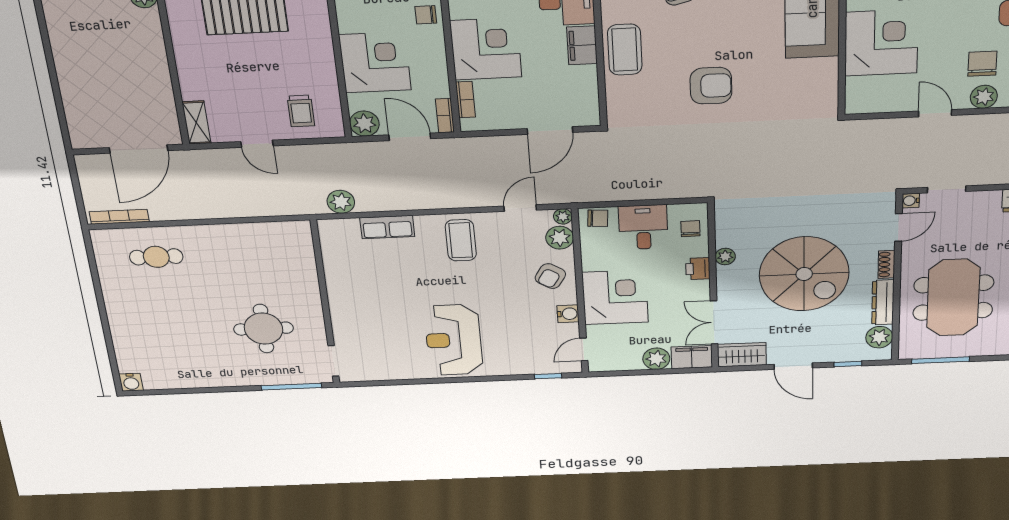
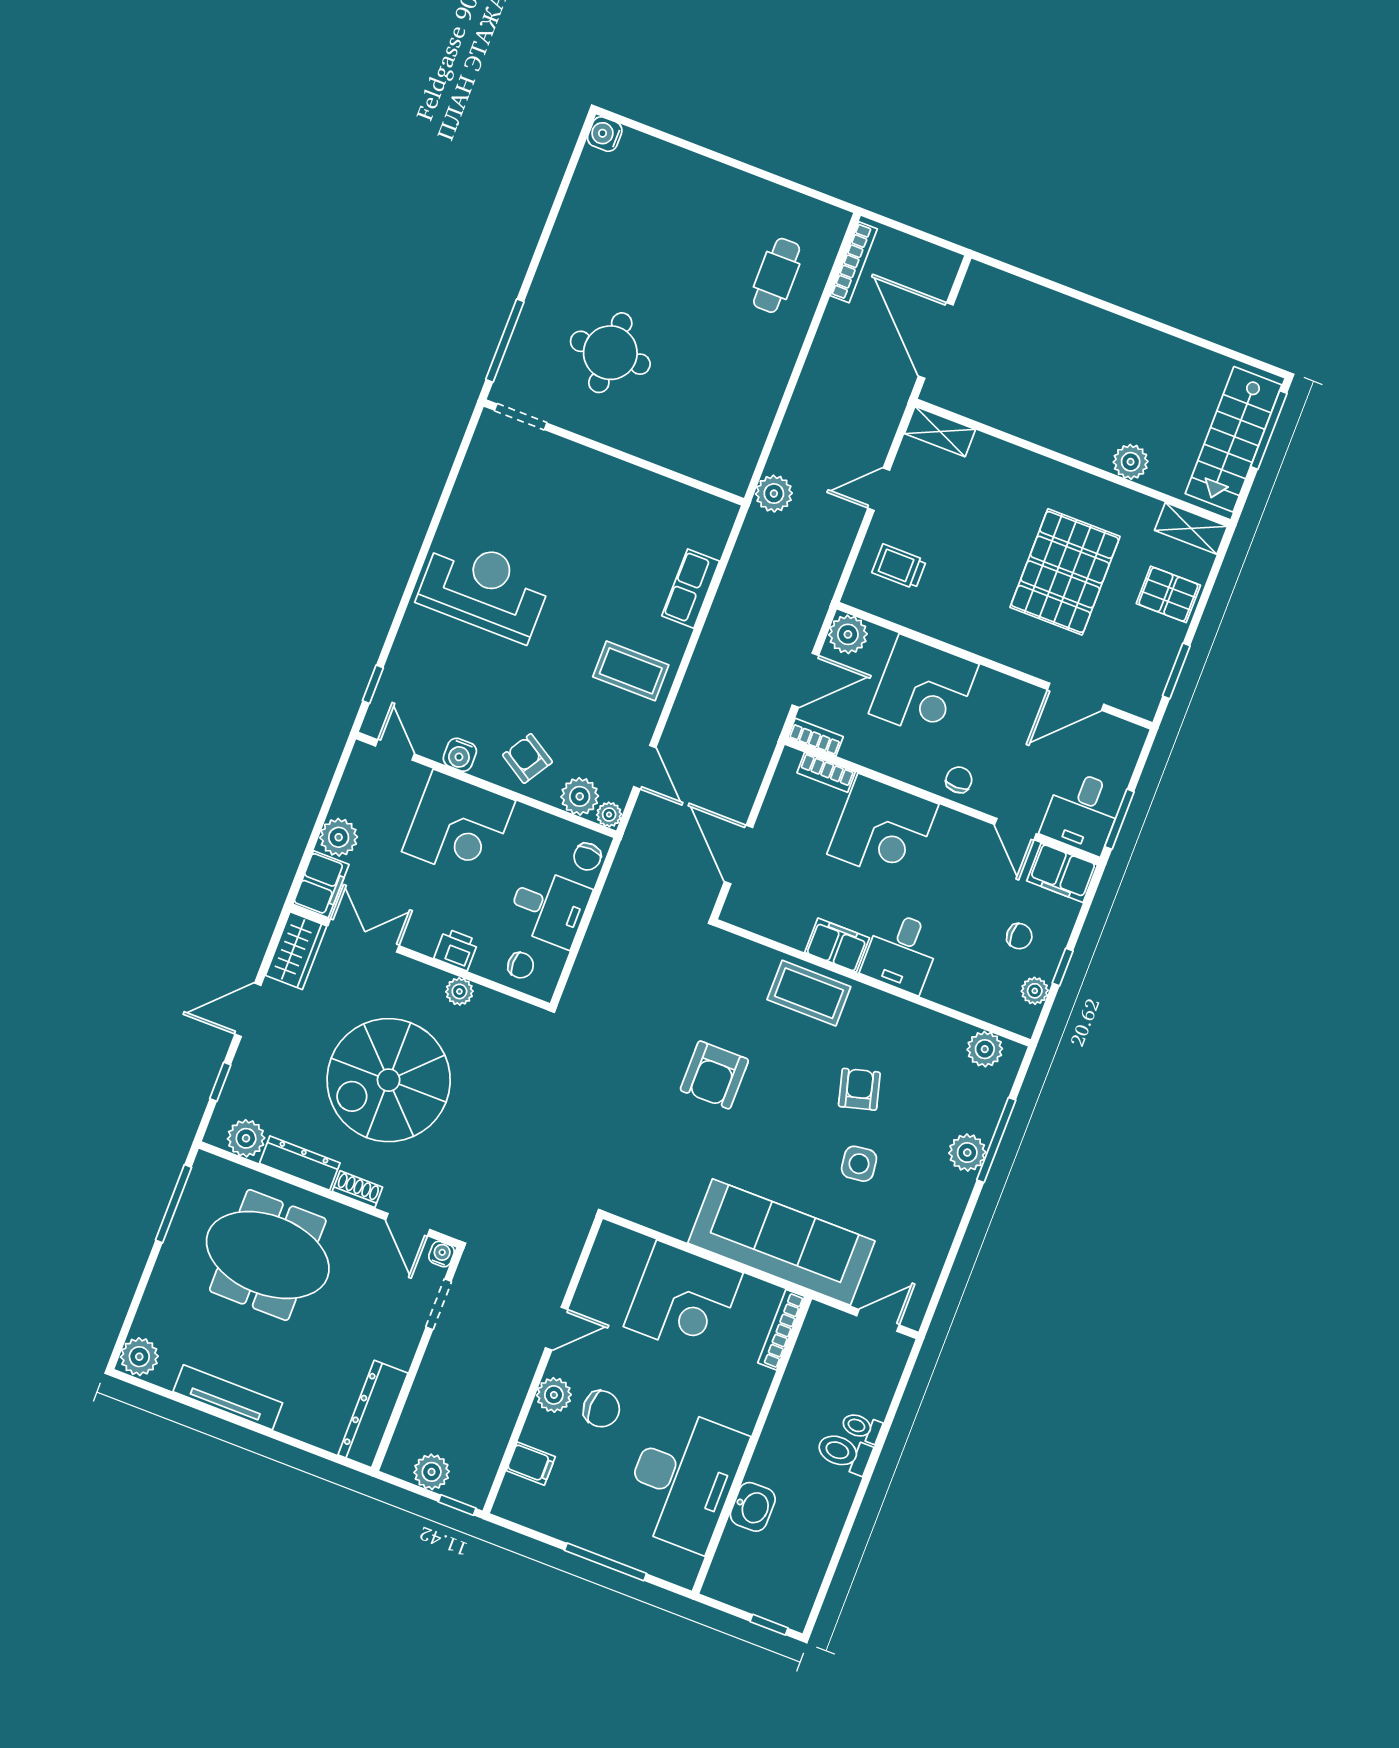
plant: (341, 202) -> (774, 494), moved

